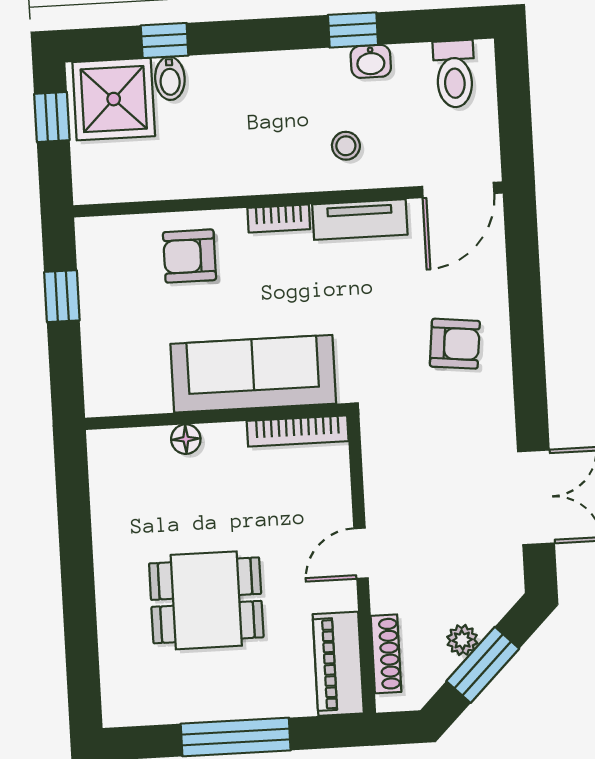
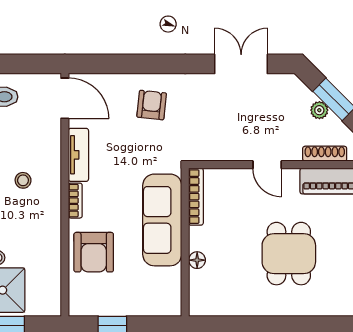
stool: (346, 146) -> (23, 180), moved
armchair: (189, 256) -> (94, 252), width x1.38, depth x1.38

